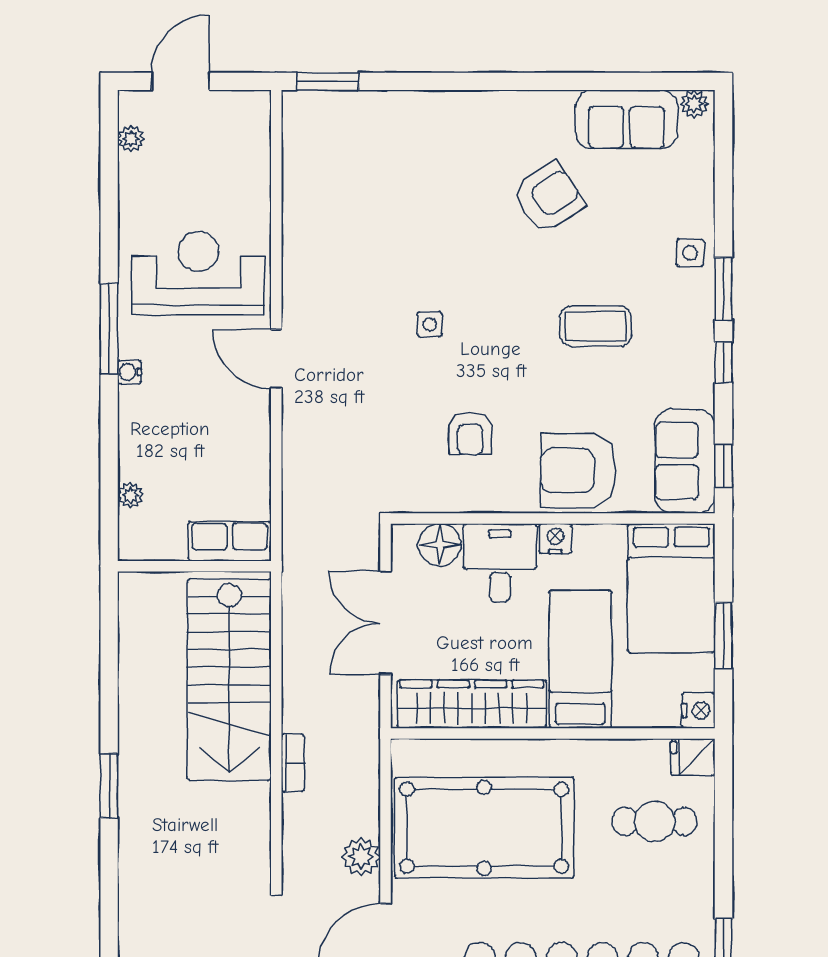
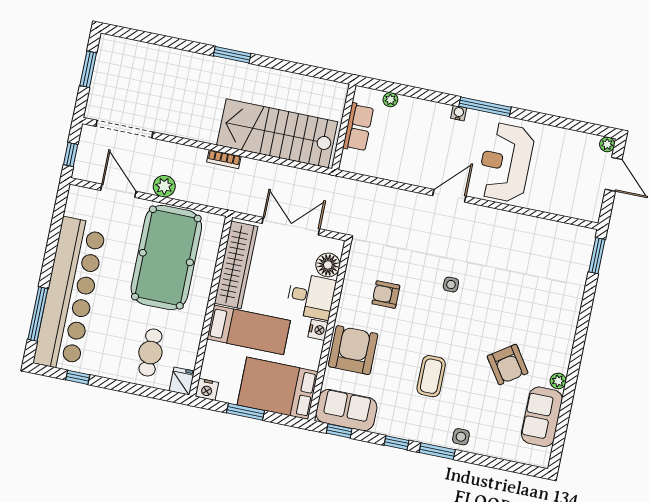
plant: (694, 104) -> (558, 381), moved
plant: (131, 139) -> (607, 144), moved
reception desk: (198, 273) -> (506, 162), turned 180
row of seats: (230, 541) -> (358, 127), moved

